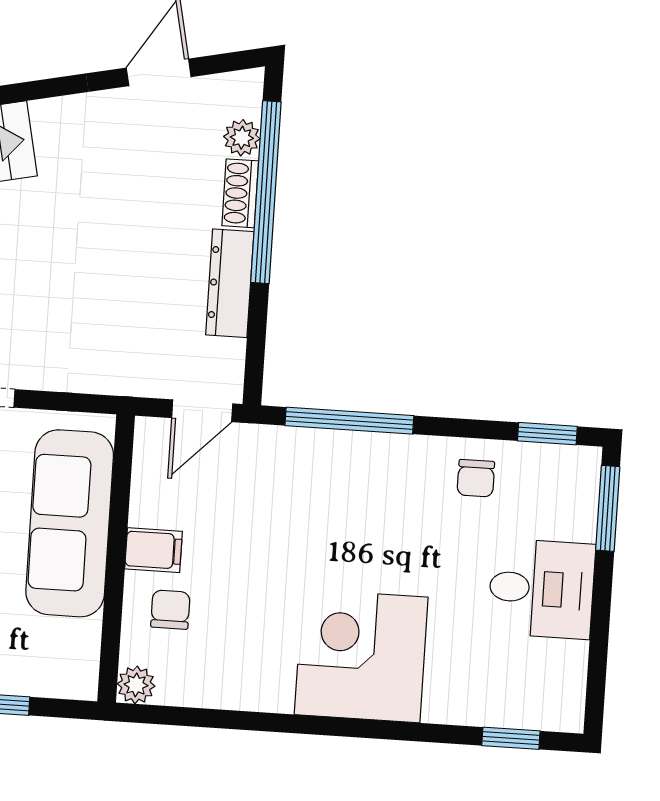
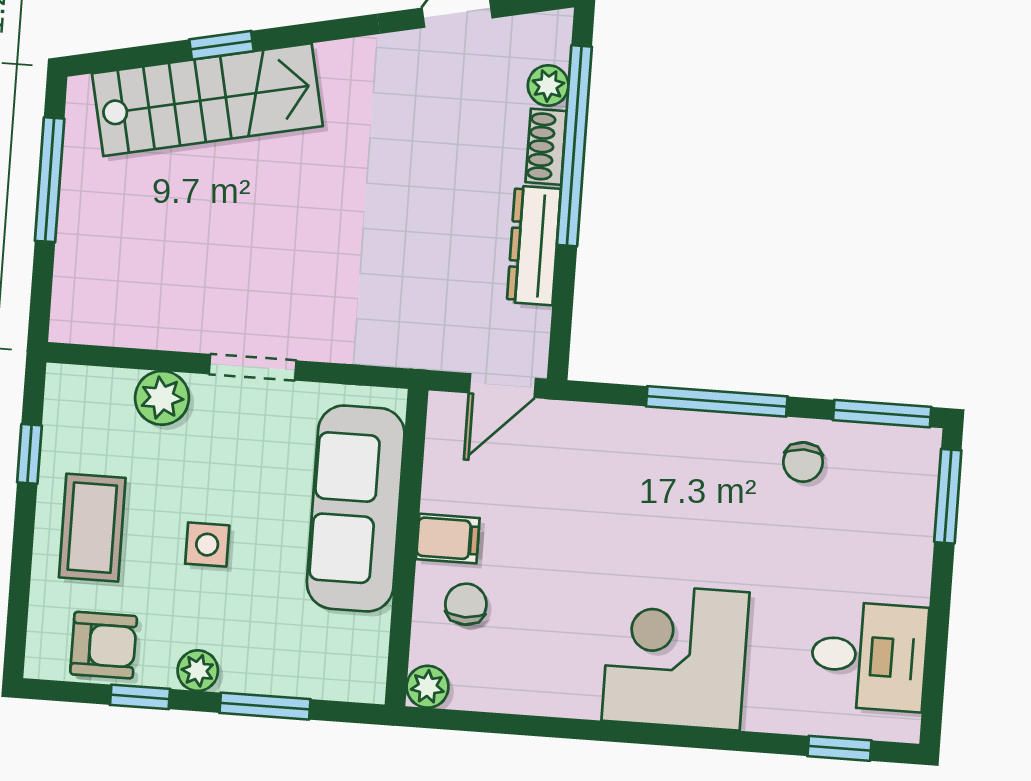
window: (349, 421) -> (717, 401), moved
window: (547, 434) -> (882, 414), width x1.50
desk: (541, 589) -> (869, 656), moved

